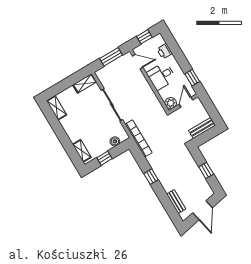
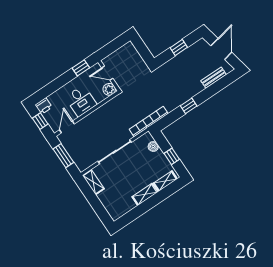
printer: (165, 51) -> (44, 106), moved
shelving: (57, 108) -> (145, 194), moved
bench: (202, 128) -> (134, 55), removed
door: (203, 210) -> (221, 49), hinge flipped

